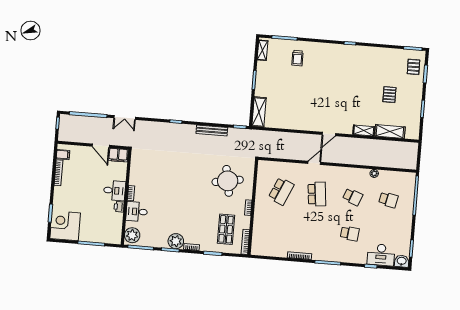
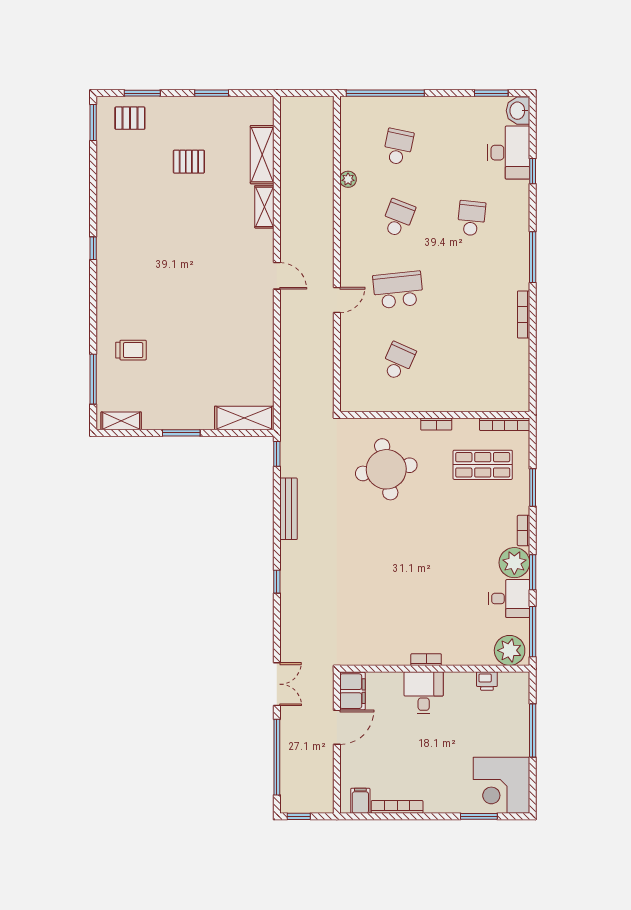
door: (314, 163) -> (337, 300), swing flipped
school desk: (281, 191) -> (398, 361), width x0.54
printer: (119, 207) -> (487, 681), moved
desk: (137, 212) -> (509, 599), moved, turned -90

